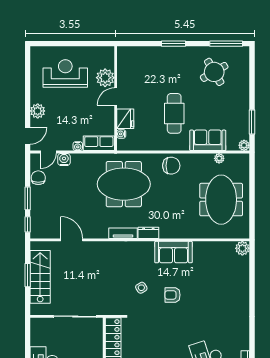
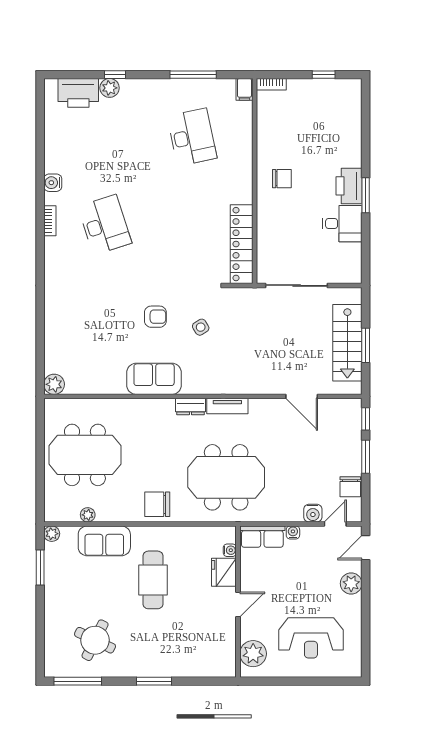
round table: (214, 72) -> (95, 640), turned -34
plant: (105, 78) -> (253, 654), moved
meeting table: (221, 200) -> (85, 455), turned 90

